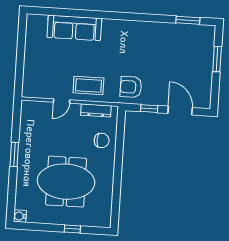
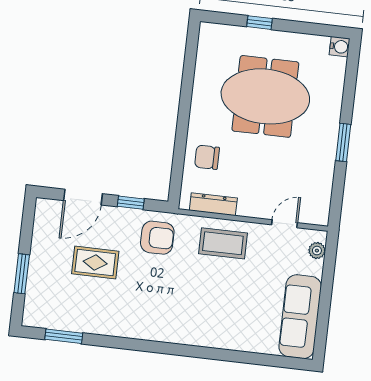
sofa: (74, 28) -> (300, 317), moved, turned -90
rug: (170, 69) -> (95, 263), added
plant: (28, 84) -> (317, 251), added
door: (62, 101) -> (285, 224), moved
door: (180, 111) -> (83, 197), hinge flipped

